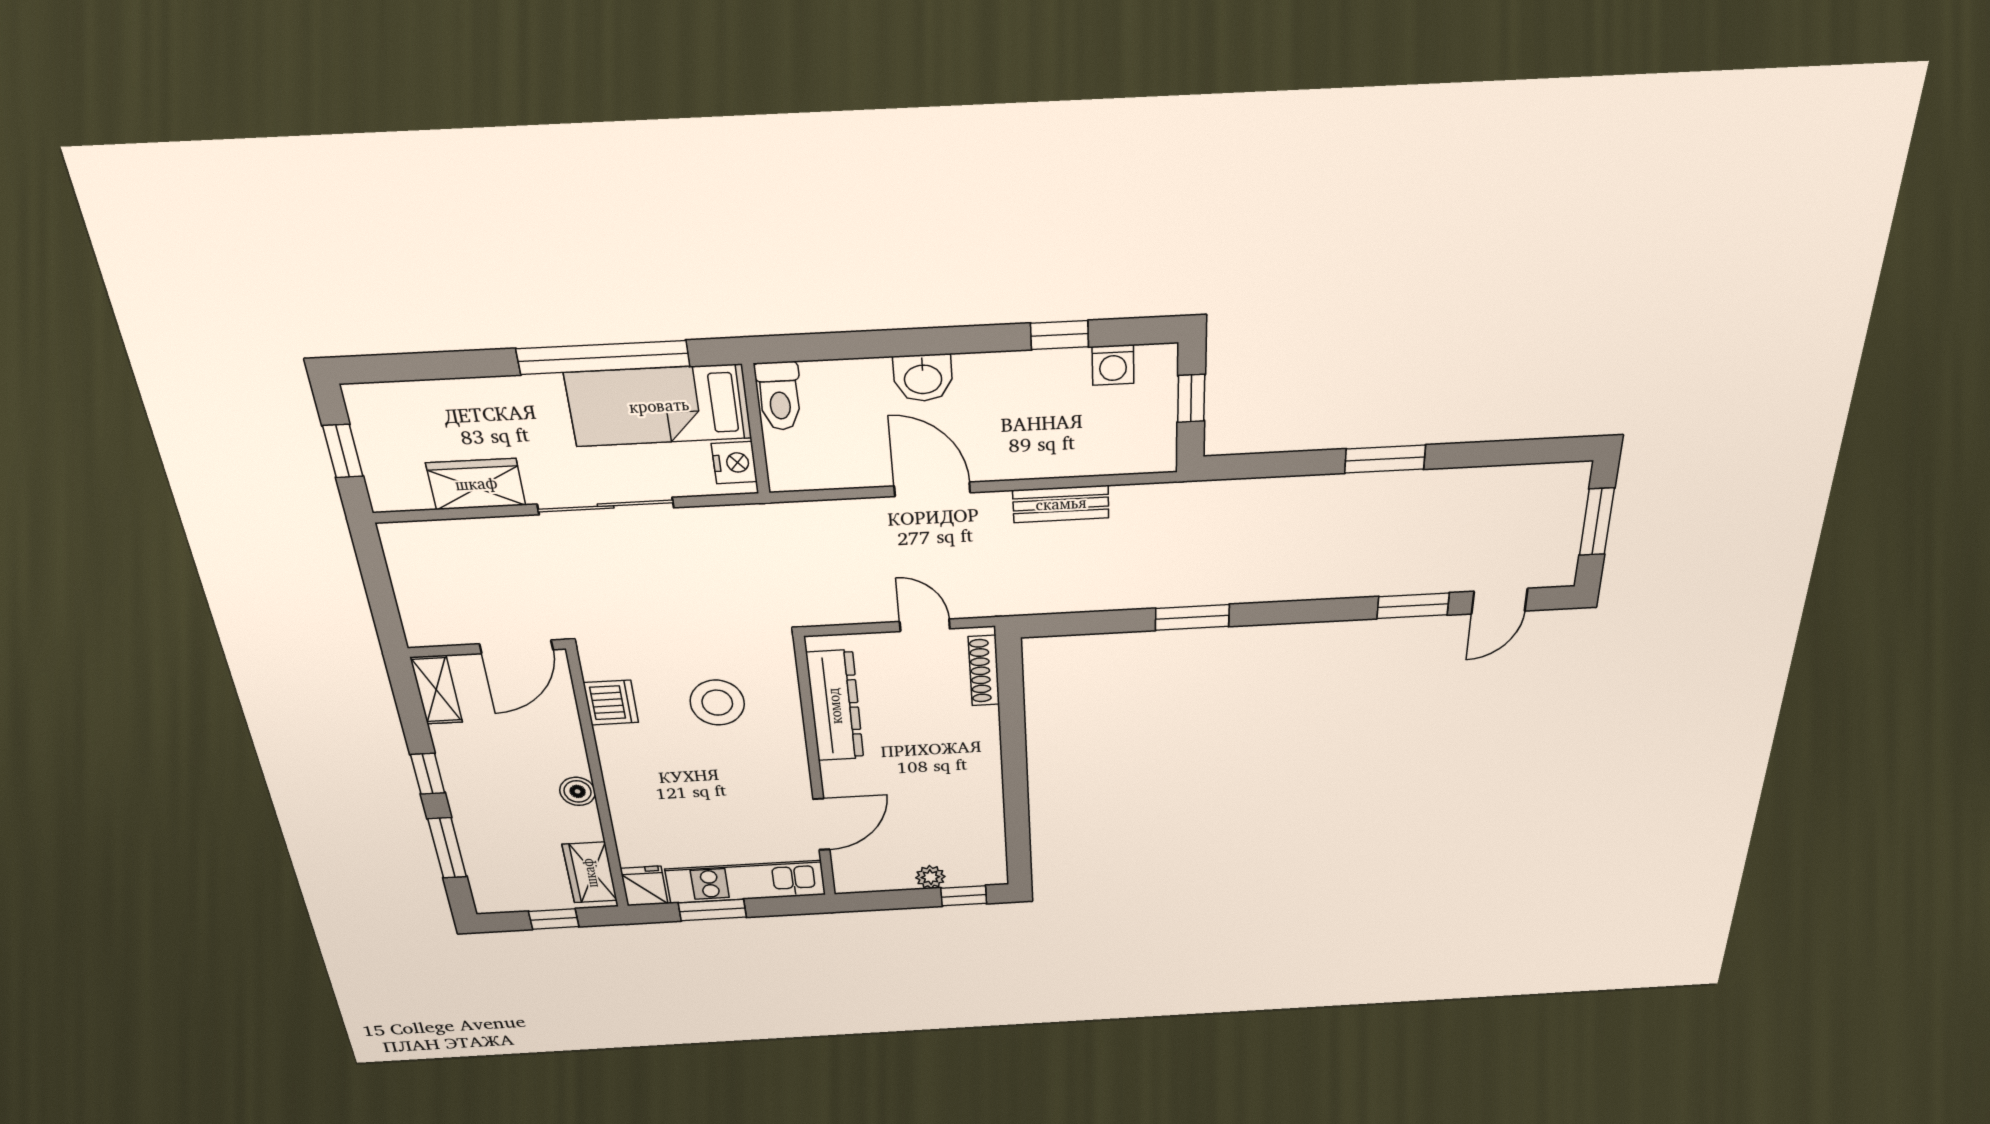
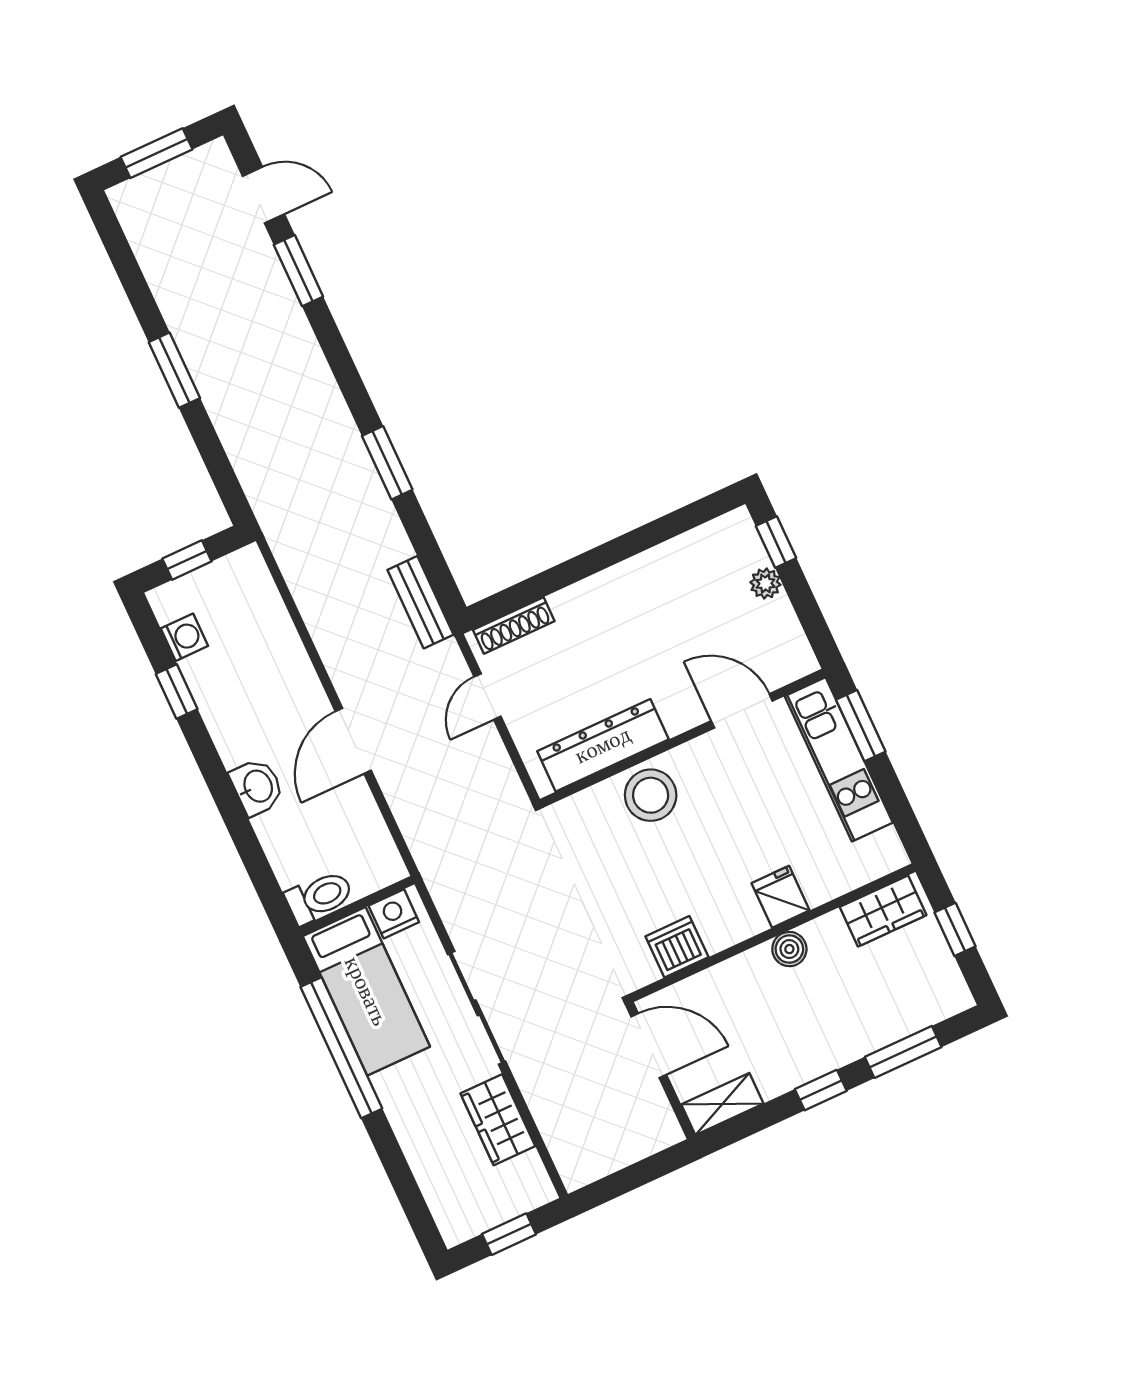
bench: (1061, 504) -> (421, 602), moved
stool: (717, 703) -> (651, 795), moved
fridge: (644, 886) -> (781, 897), moved, turned 90
window: (712, 910) -> (861, 726), moved

